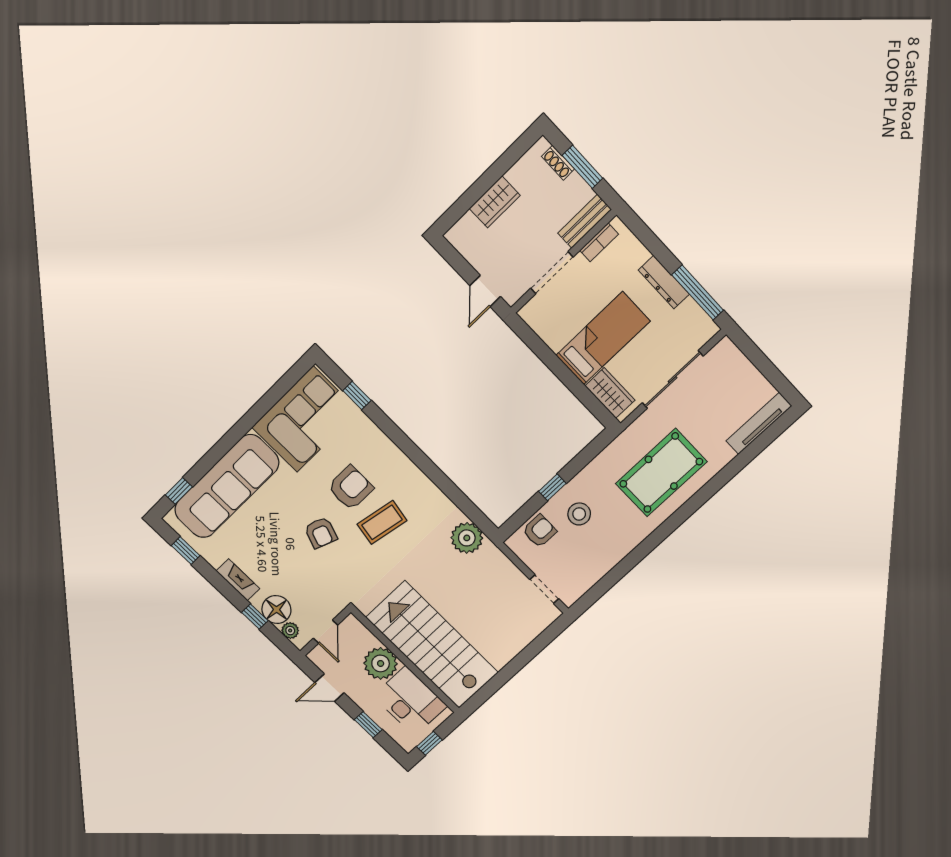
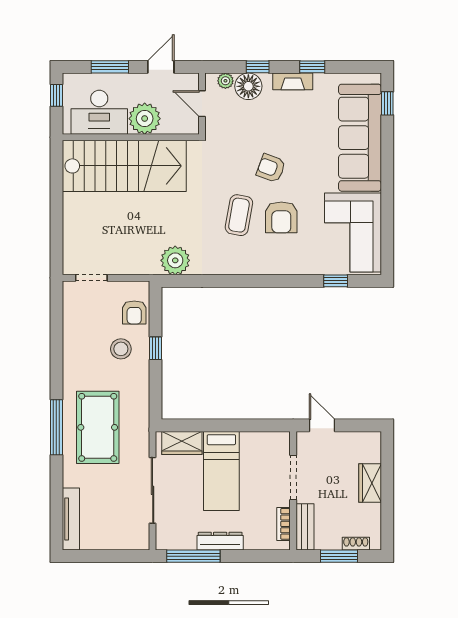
window: (692, 505) -> (56, 427), added
window: (186, 551) -> (312, 67), moved
window: (368, 725) -> (110, 67), width x1.50

